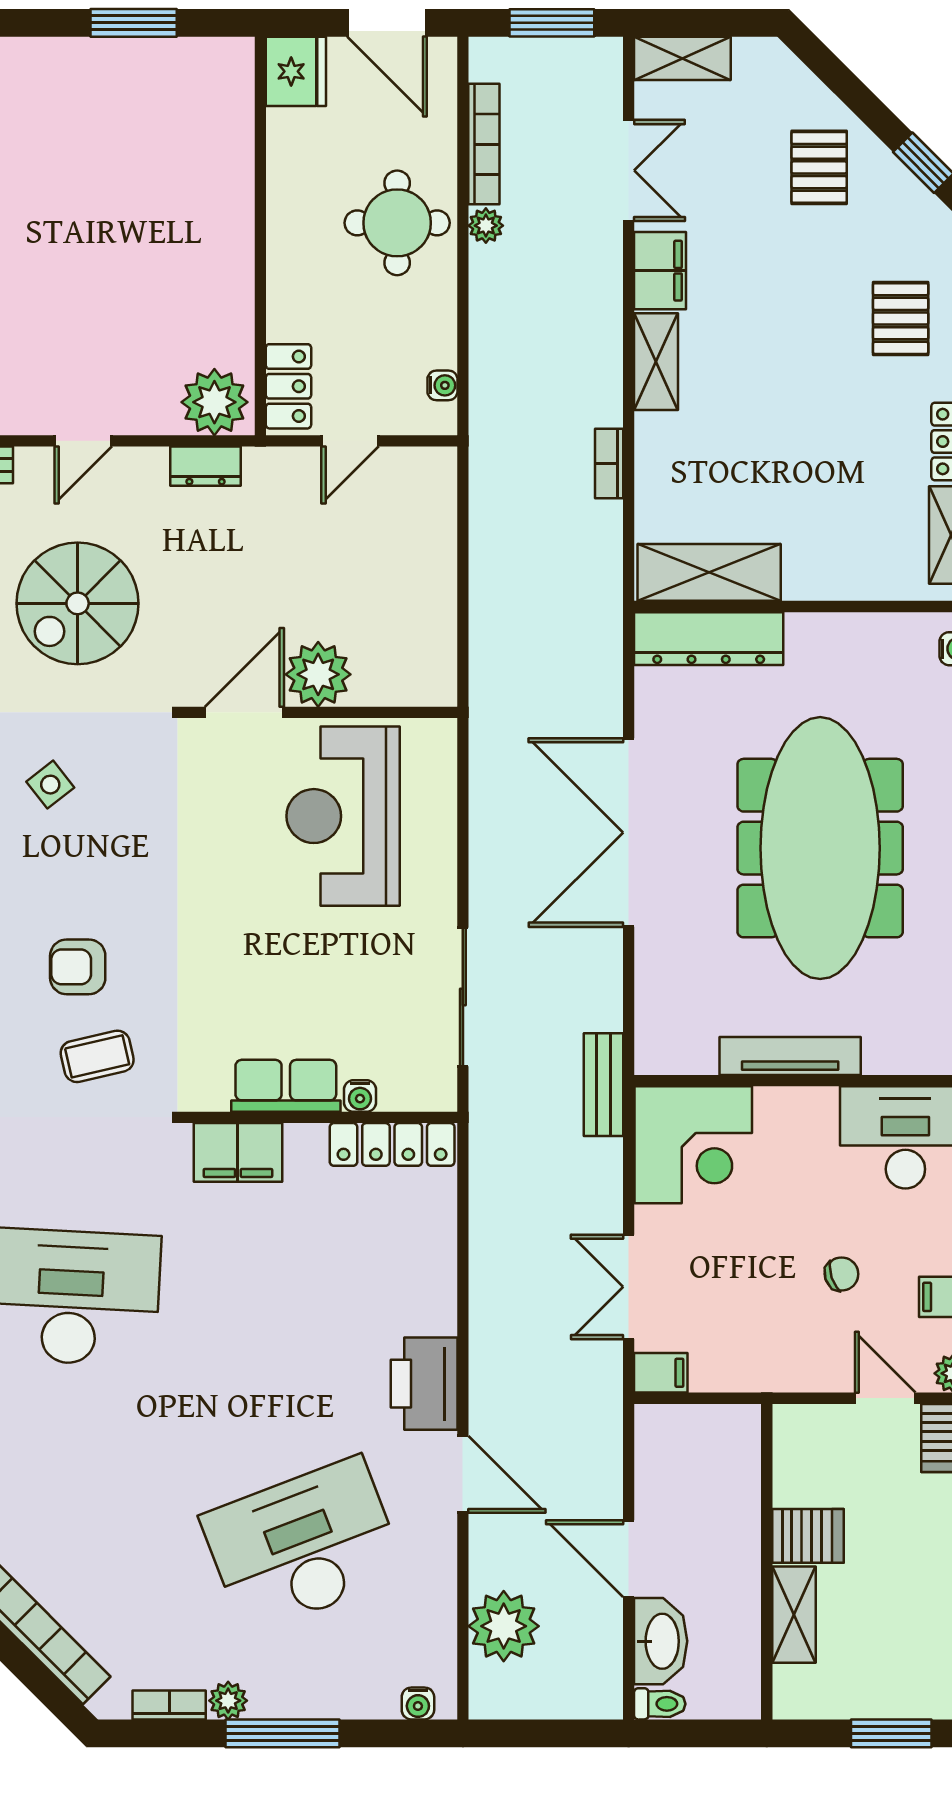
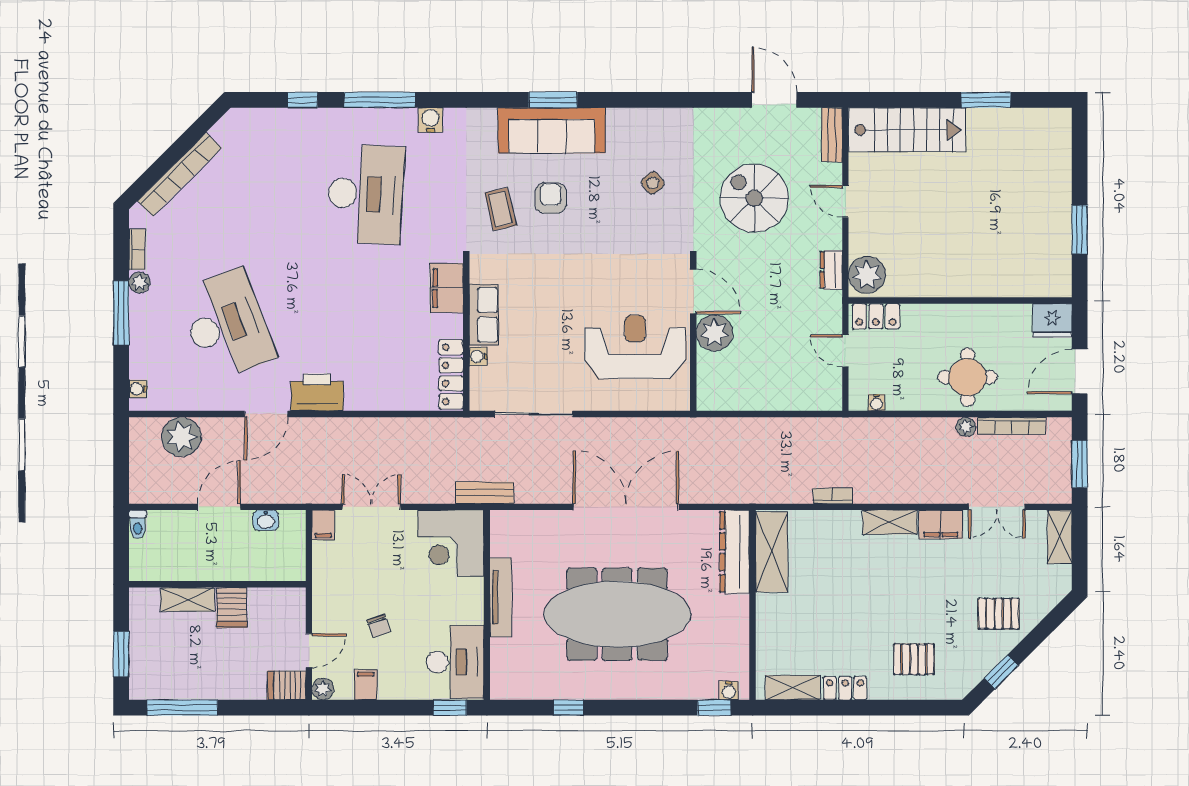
washbasin: (661, 1641) -> (266, 520), moved, width x0.52, depth x0.69

